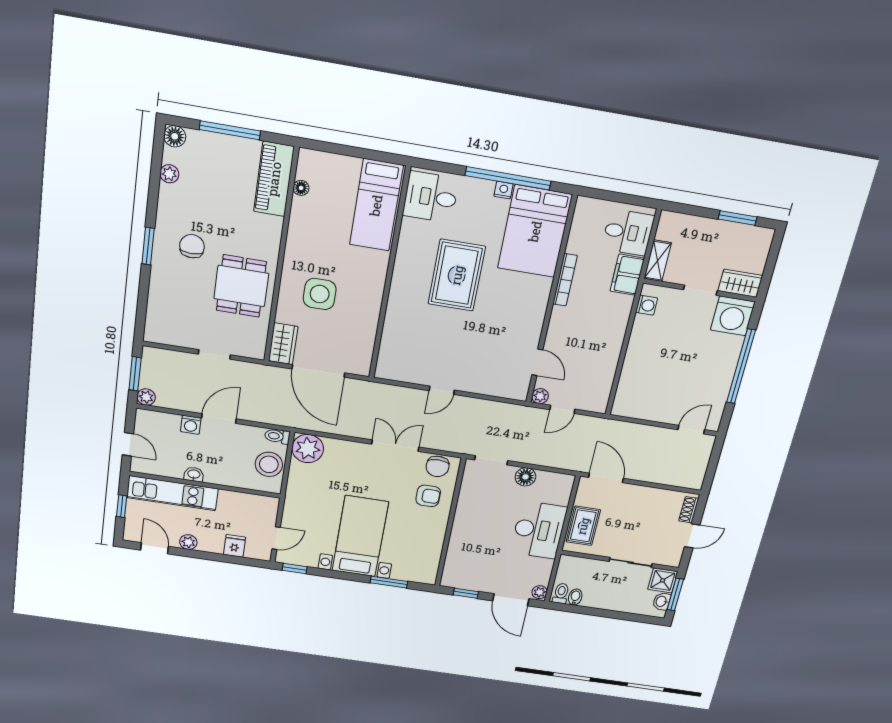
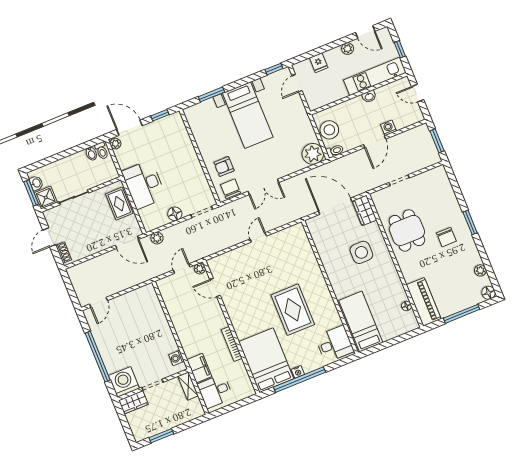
plant: (146, 397) -> (157, 238), moved

